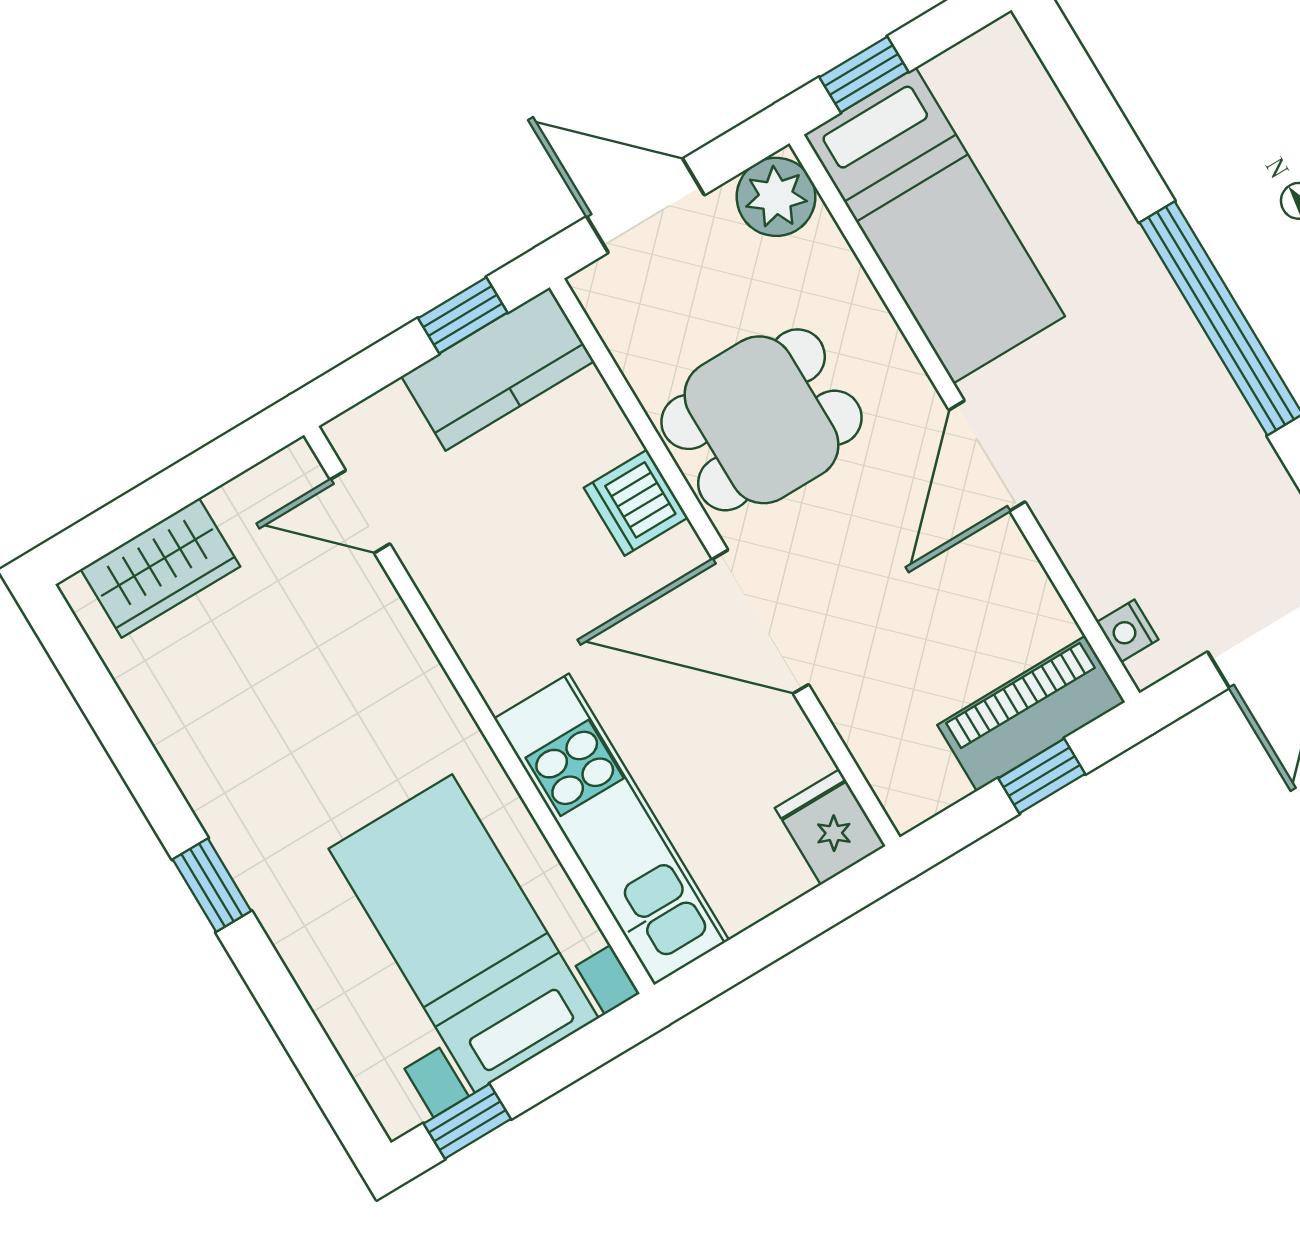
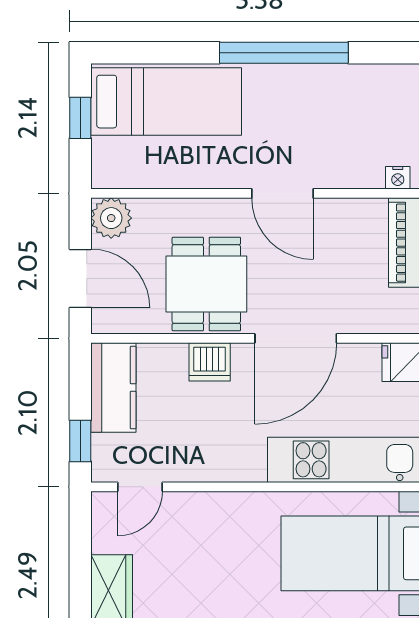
window: (864, 74) -> (80, 118), moved
door: (645, 206) -> (80, 278), swing flipped
bed: (934, 225) -> (166, 102), moved
window: (463, 315) -> (80, 441), moved

